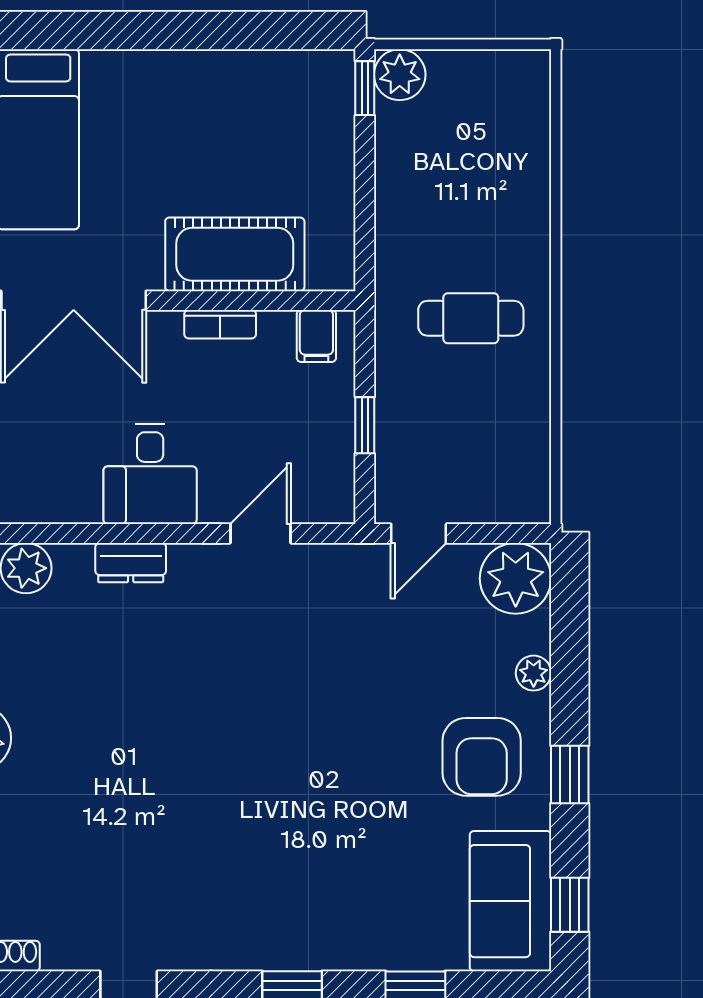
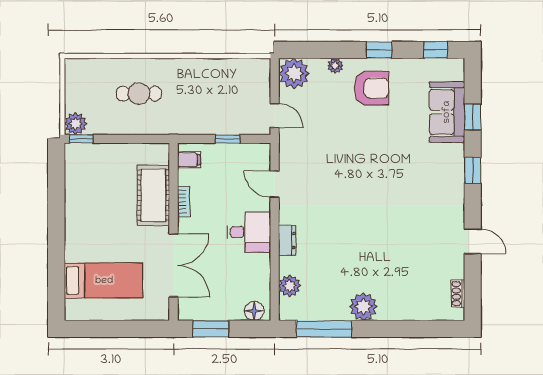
cafe table: (471, 318) -> (139, 94), moved, turned 90
sofa: (510, 901) -> (447, 112), moved, turned 90

